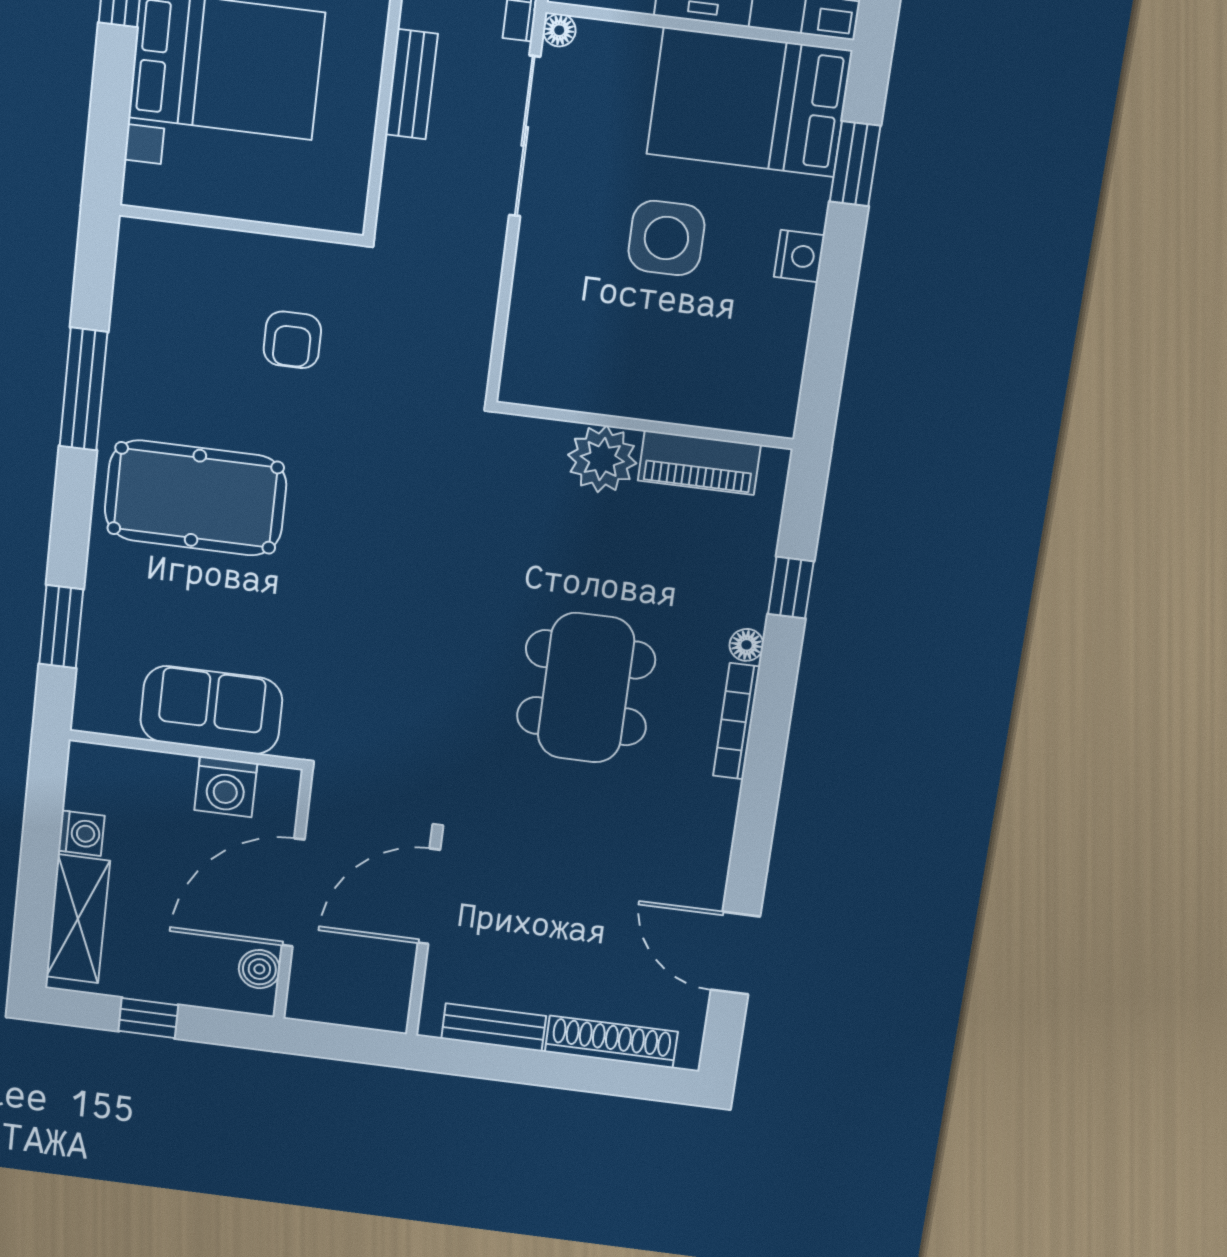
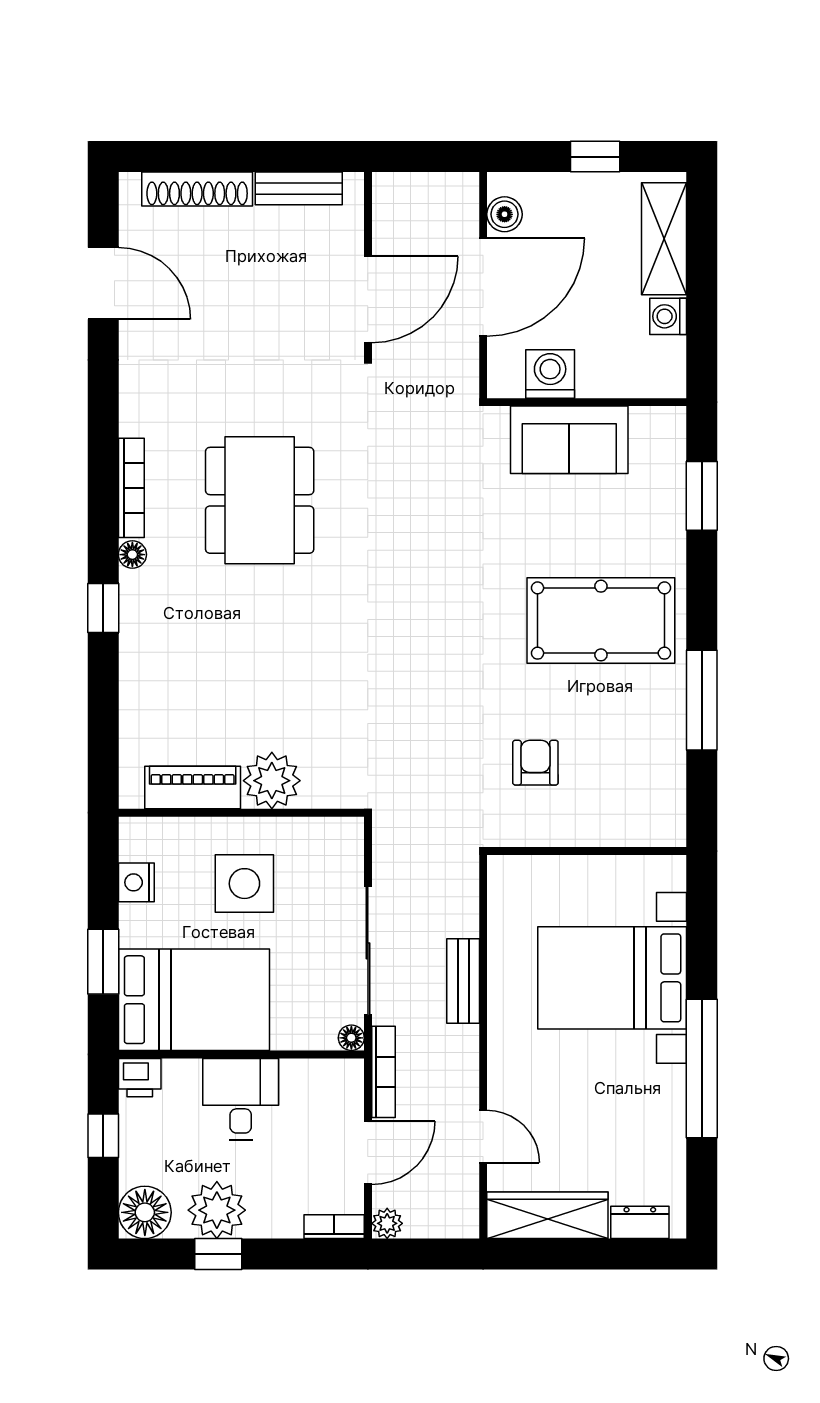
wall: (644, 426) -> (241, 813), moved
plant: (602, 459) -> (272, 781), moved
piano: (699, 463) -> (193, 787), moved

